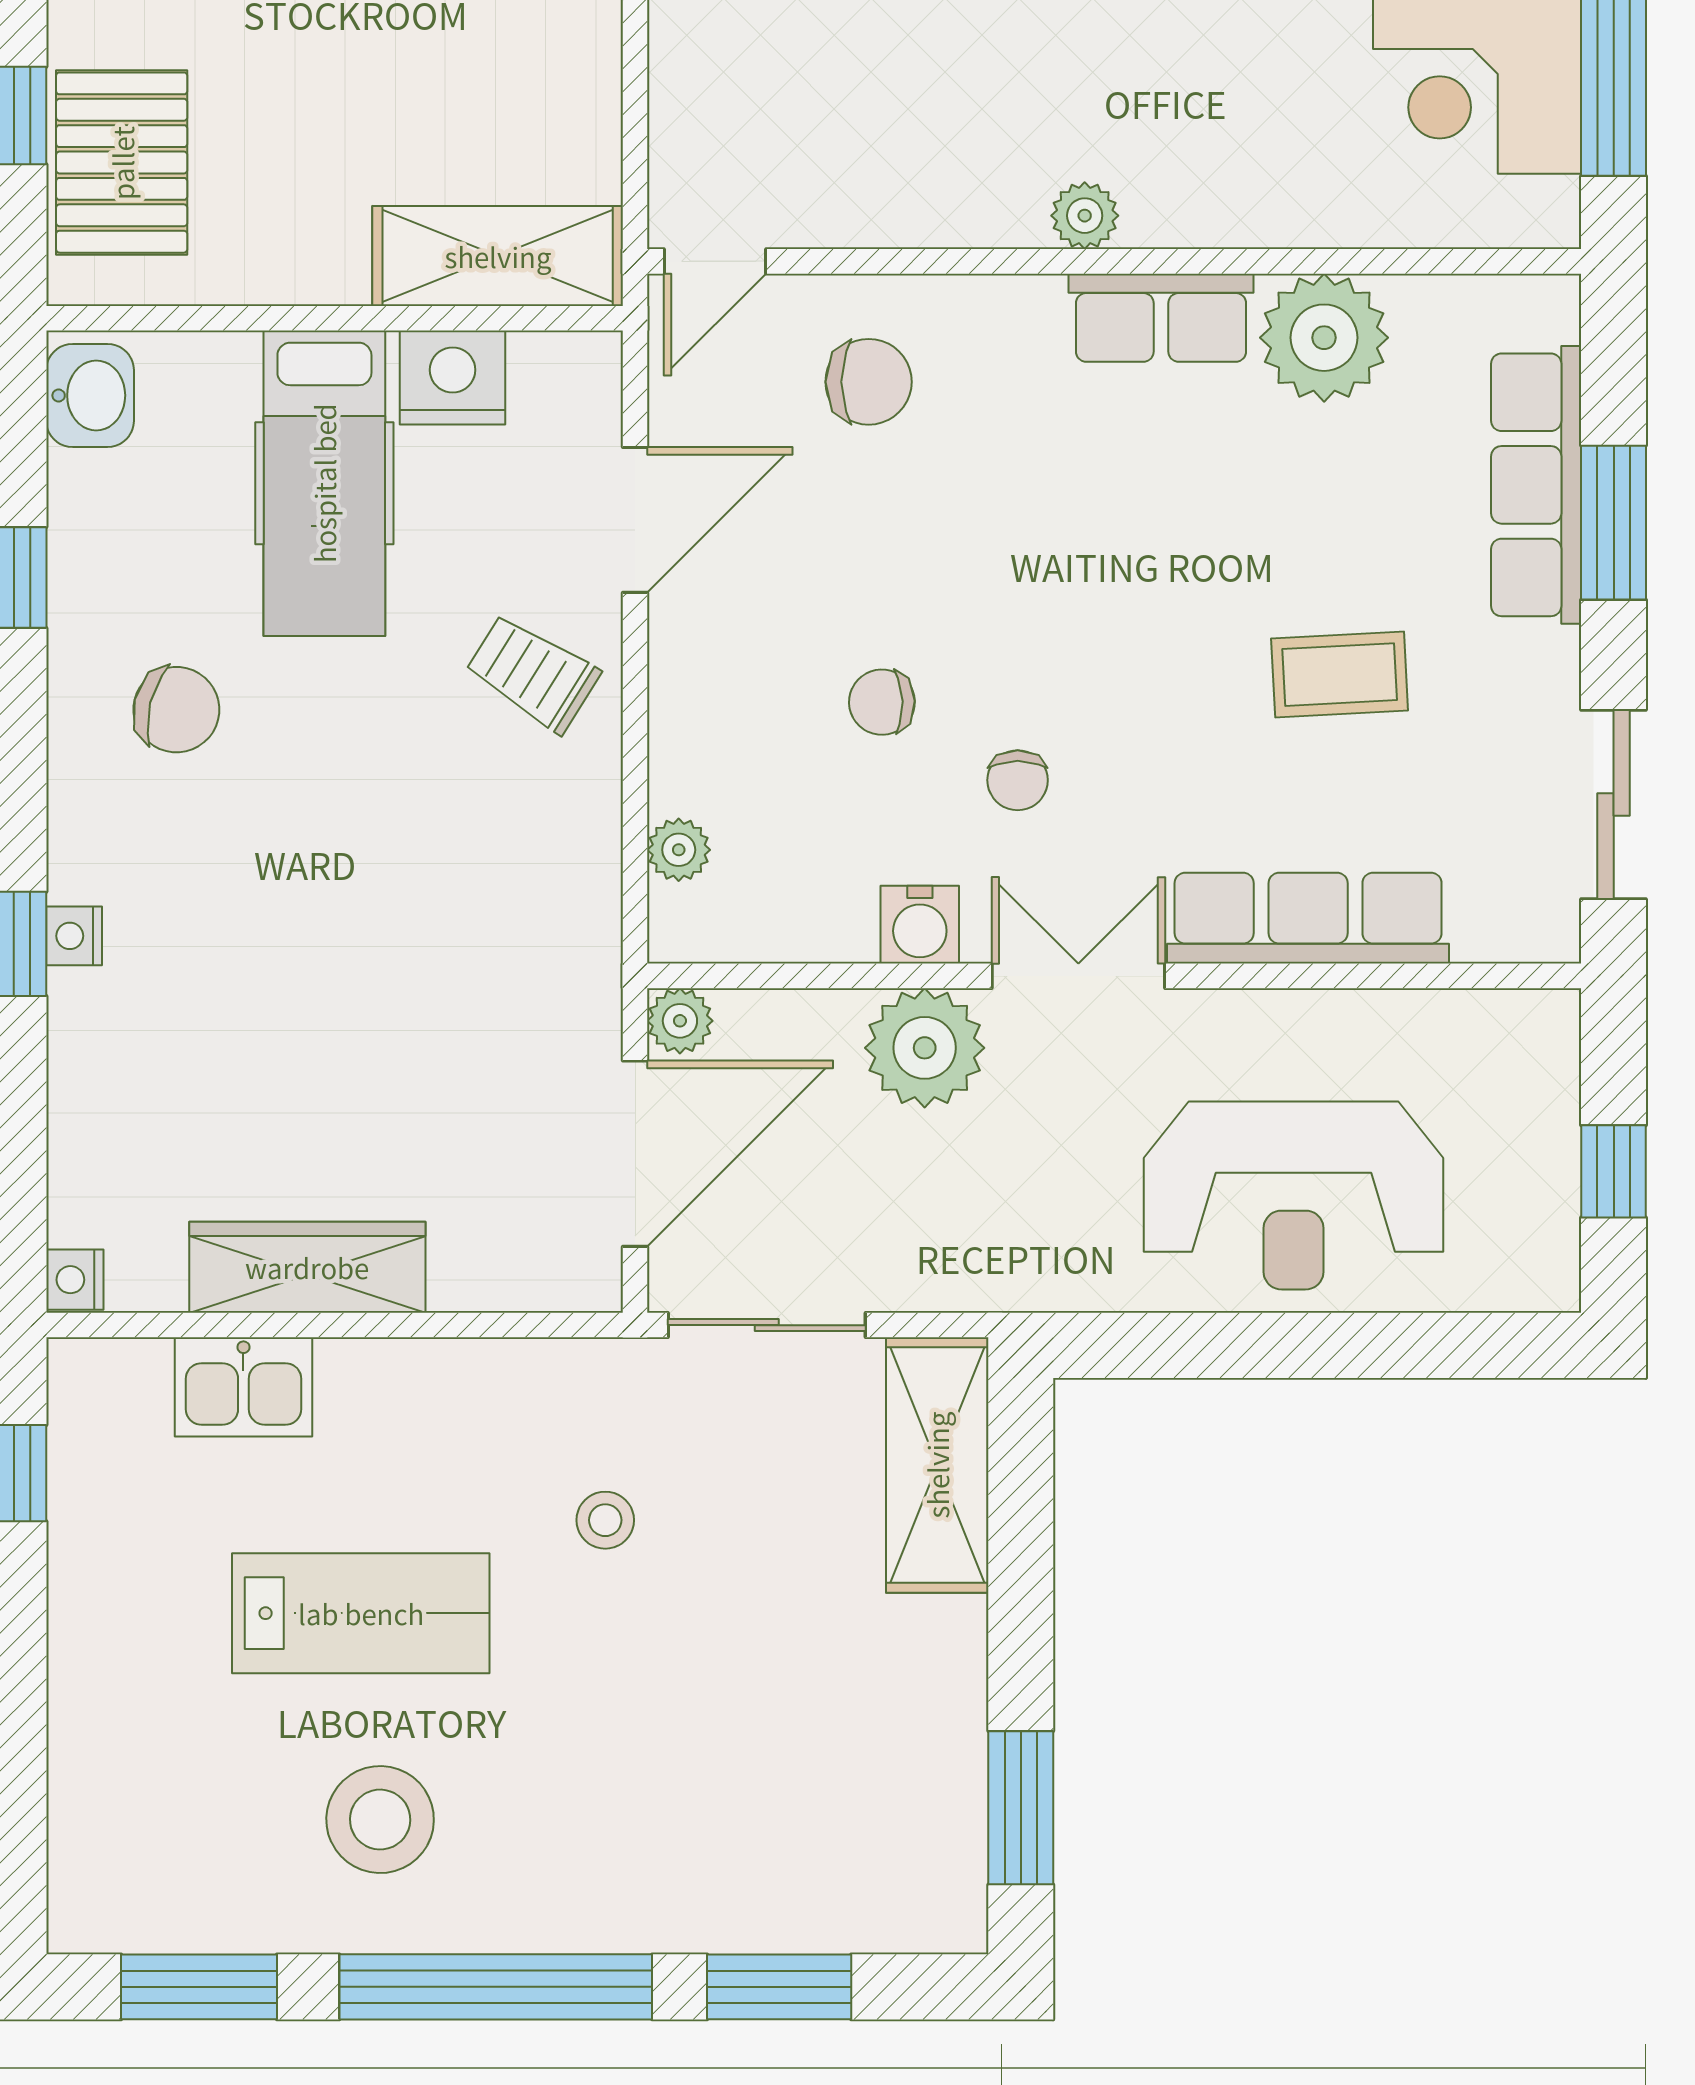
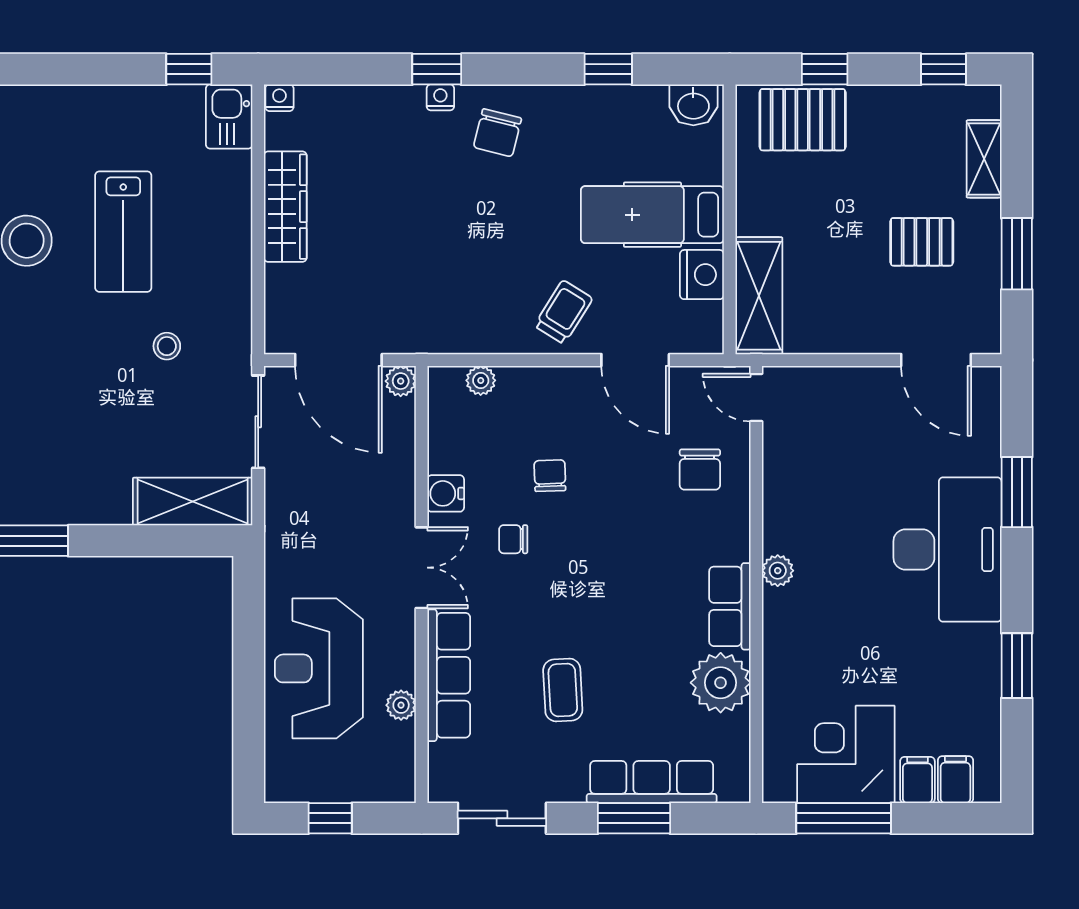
chair: (176, 710) -> (497, 133), moved
plant: (925, 1048) -> (401, 705), moved, width x0.53, depth x0.53
kitchen sink: (243, 1387) -> (229, 117), moved

